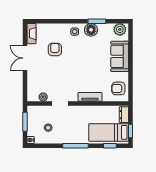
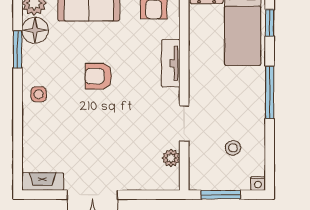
floor lamp: (91, 30) -> (35, 30), moved
armchair: (55, 49) -> (98, 76), moved

